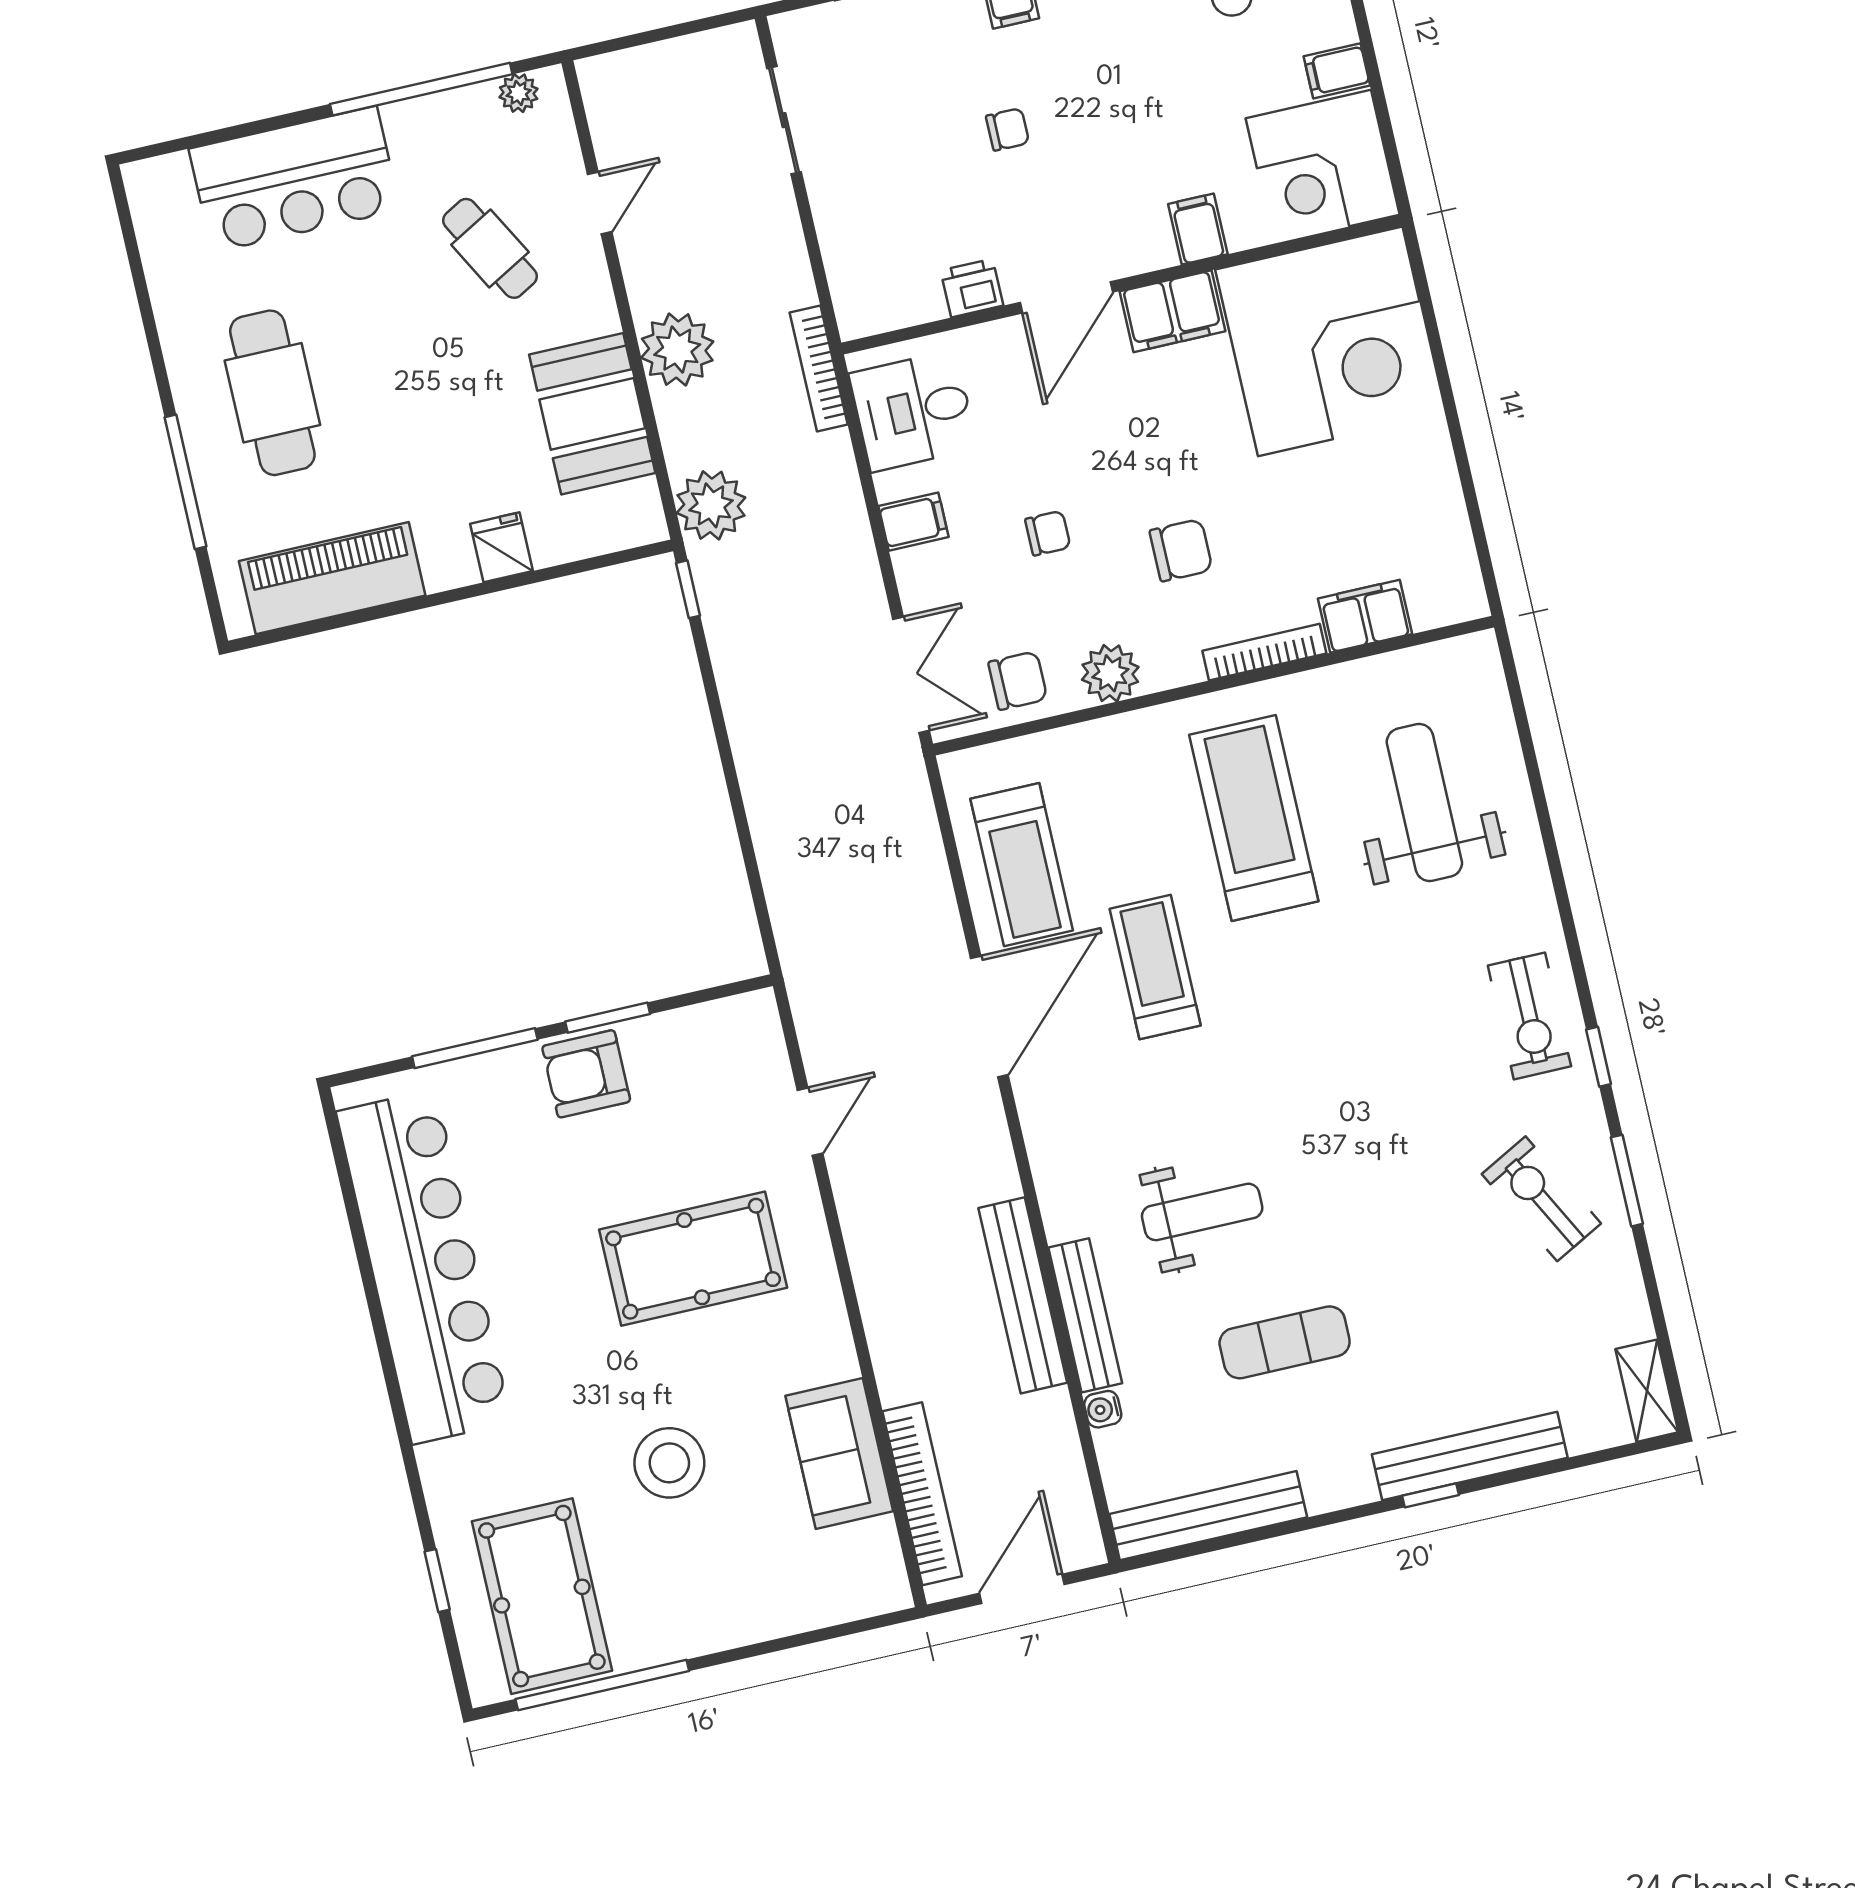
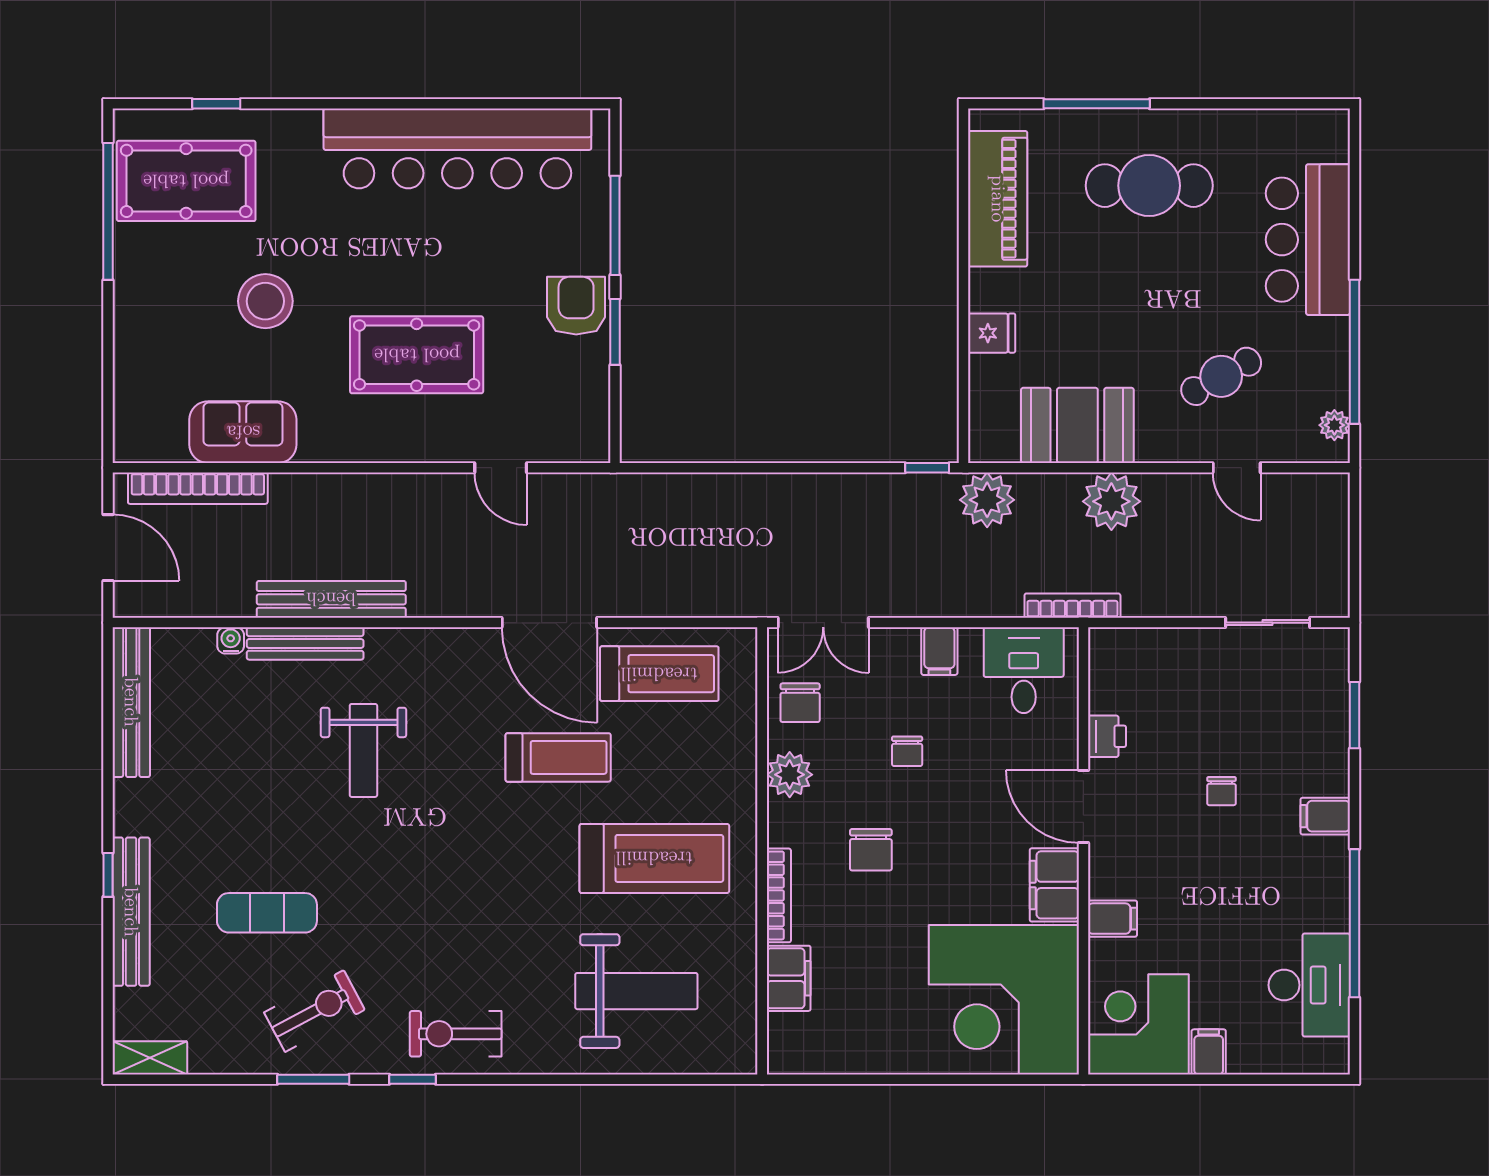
treadmill: (1022, 865) -> (659, 674), turned 180
pool table: (693, 1259) -> (417, 355), turned 90
exercise mat: (1285, 1342) -> (267, 913), moved, turned 90

